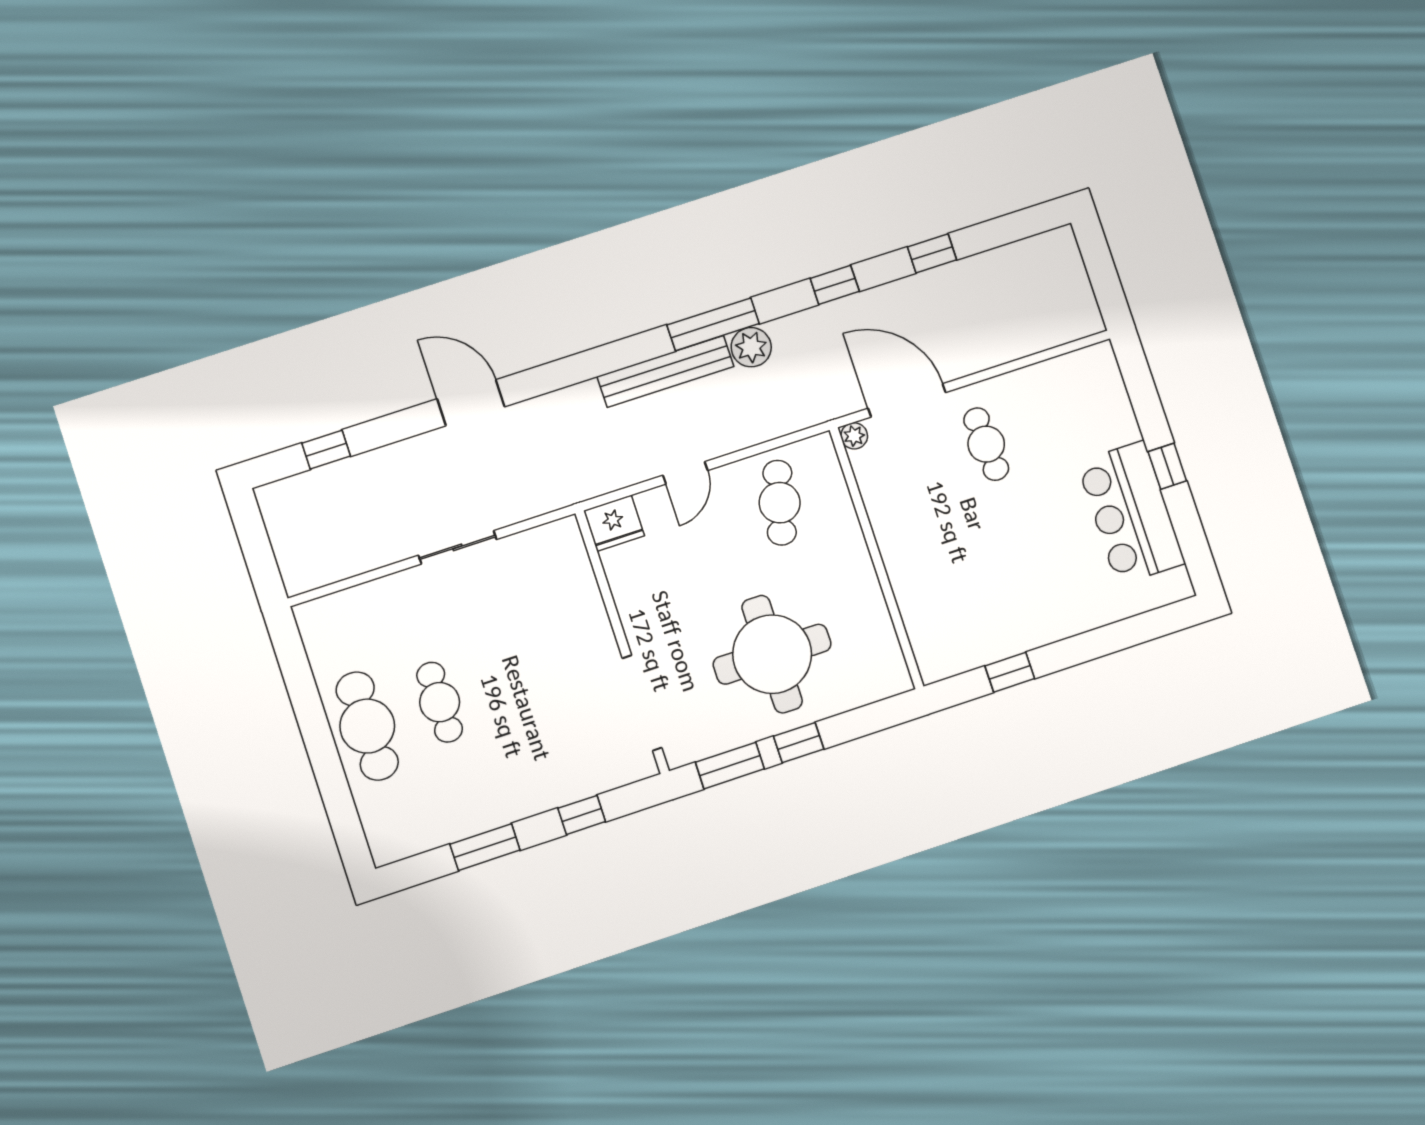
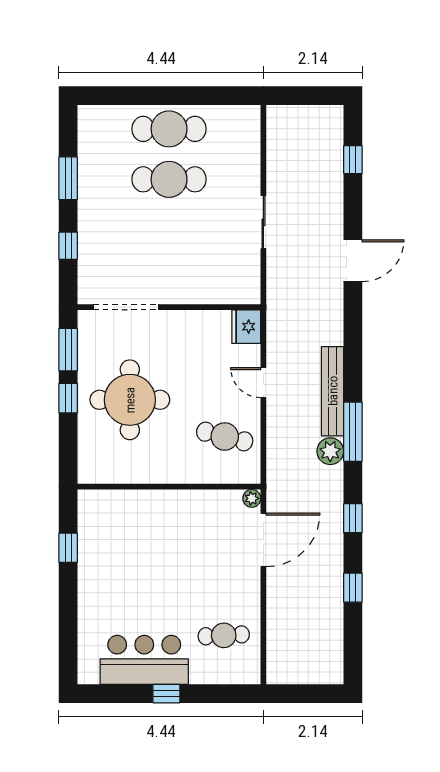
cafe table: (986, 444) -> (224, 635), moved
cafe table: (440, 702) -> (169, 179), width x1.37, depth x1.35

